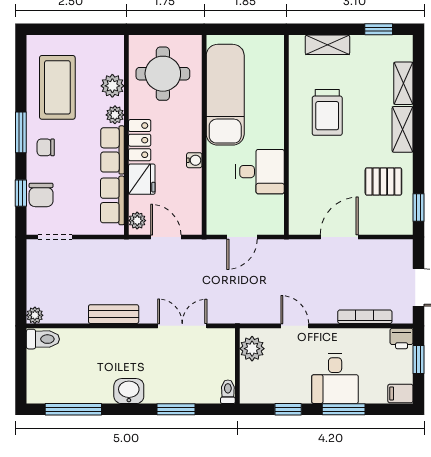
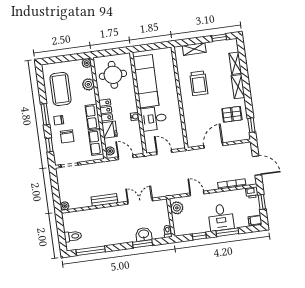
plant: (115, 115) -> (87, 63), moved
desk: (260, 172) -> (154, 119), moved, turned 180
chair: (41, 195) -> (67, 136), moved
door: (242, 237) -> (164, 152), swing flipped
toilet: (43, 339) -> (73, 236), moved
washbasin: (129, 391) -> (144, 234), moved

